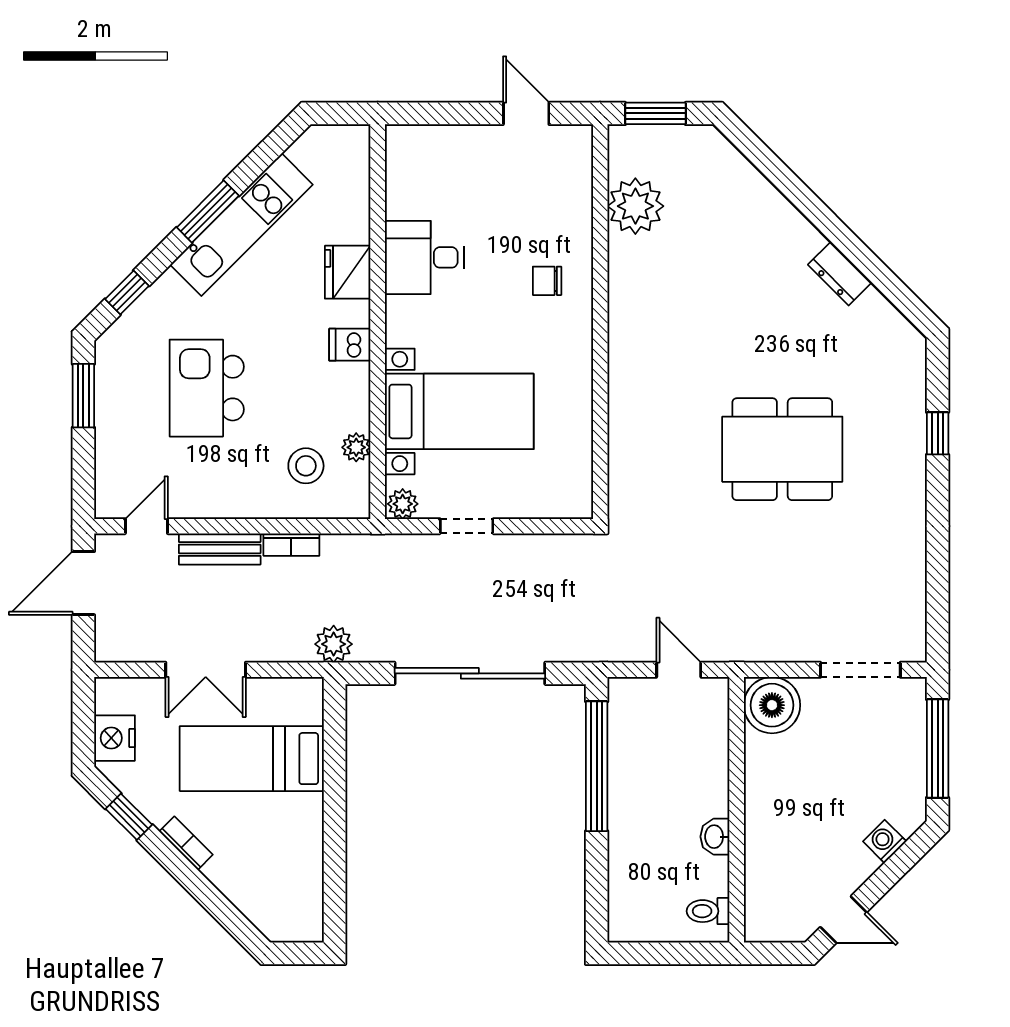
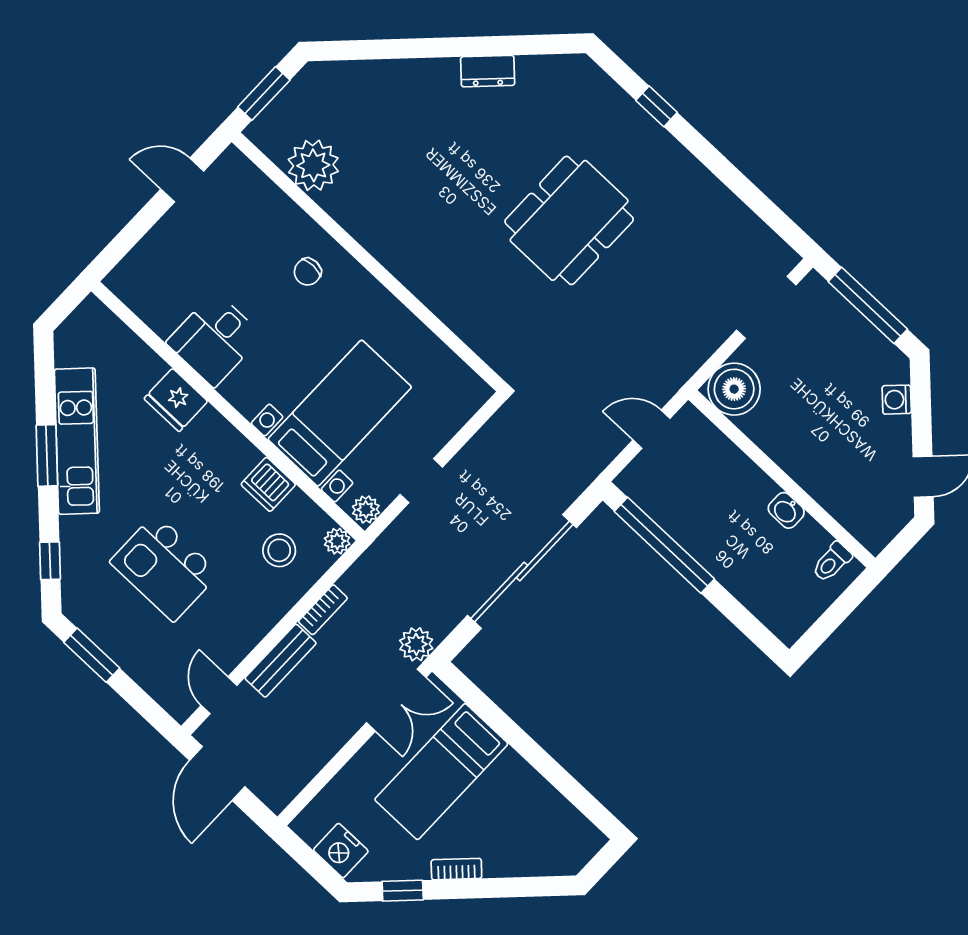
dishwasher: (350, 345) -> (268, 484), moved, width x1.38
plant: (356, 447) -> (337, 541), moved
double door: (206, 670) -> (396, 700), moved

